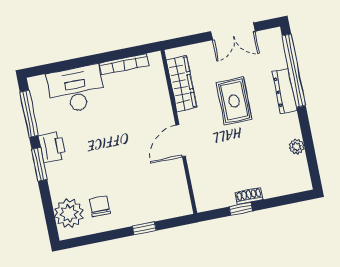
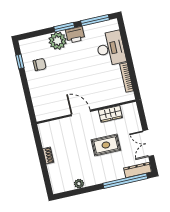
wardrobe: (182, 84) -> (110, 114), width x0.67
dresser: (285, 91) -> (137, 170), moved
window: (241, 209) -> (40, 151), removed
plant: (69, 213) -> (58, 41), moved
window: (144, 228) -> (20, 62), moved

